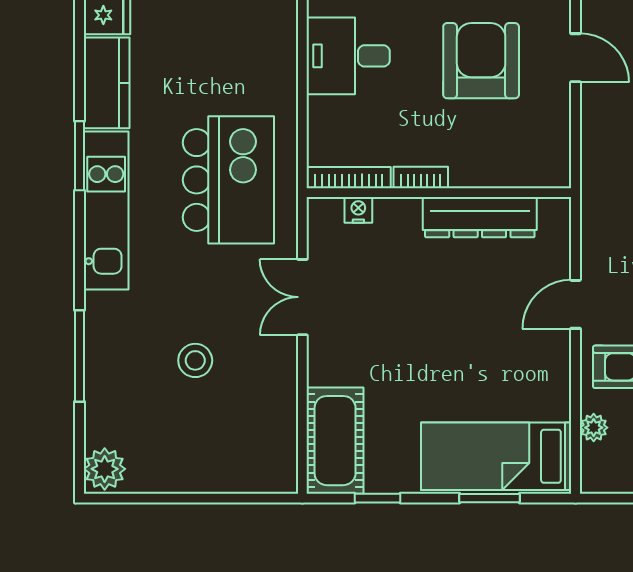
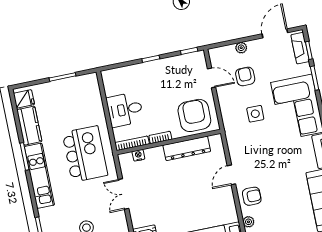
desk: (348, 56) -> (125, 110), moved
armchair: (481, 61) -> (194, 115), moved

